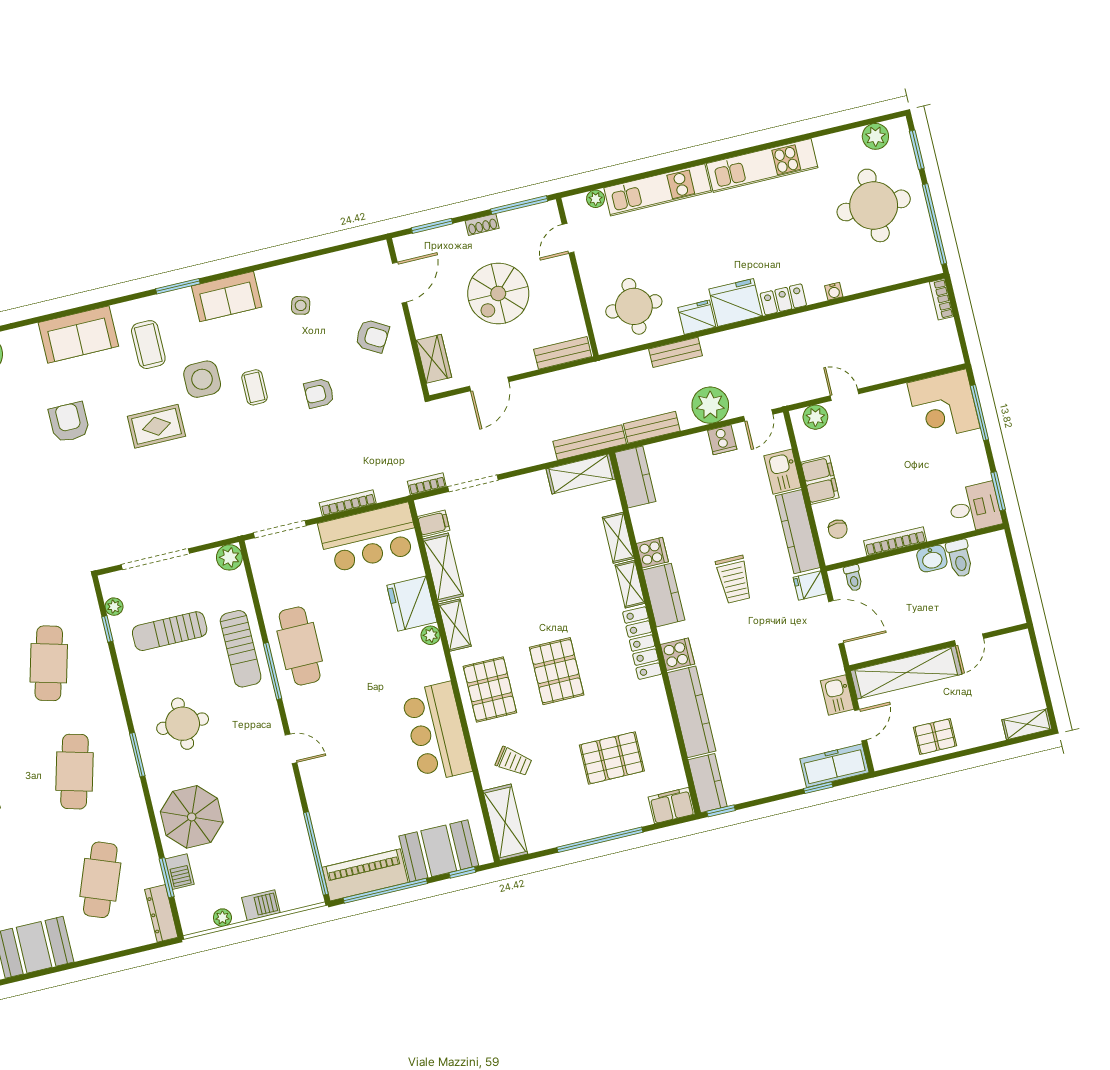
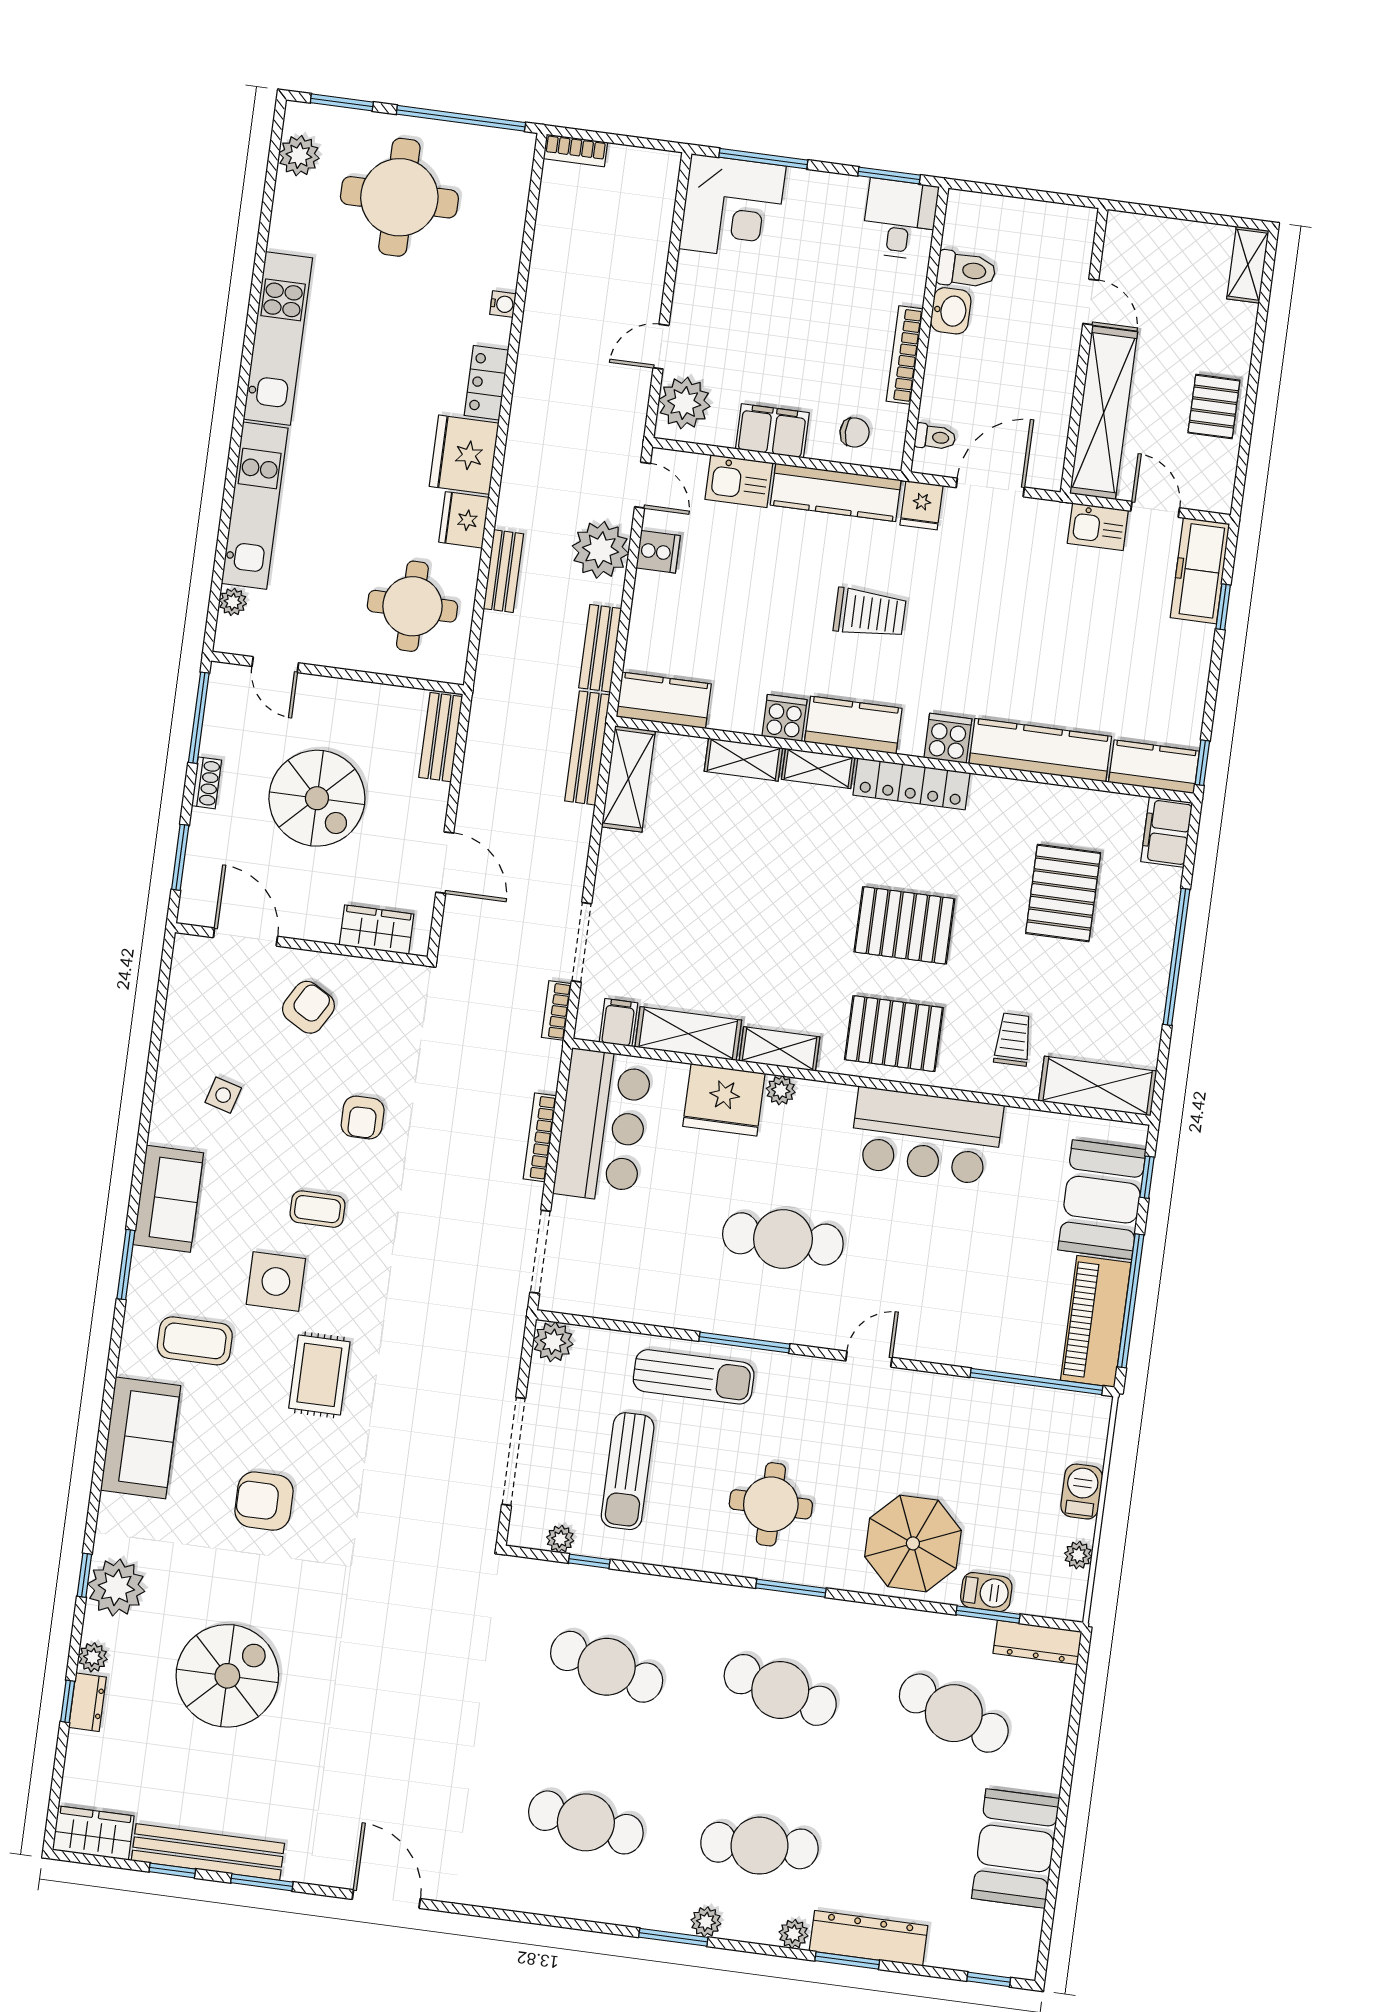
plant: (815, 417) -> (684, 403), width x1.36, depth x1.36
cafe table: (300, 646) -> (783, 1239), moved
trolley: (514, 762) -> (1013, 1040), turned -36

